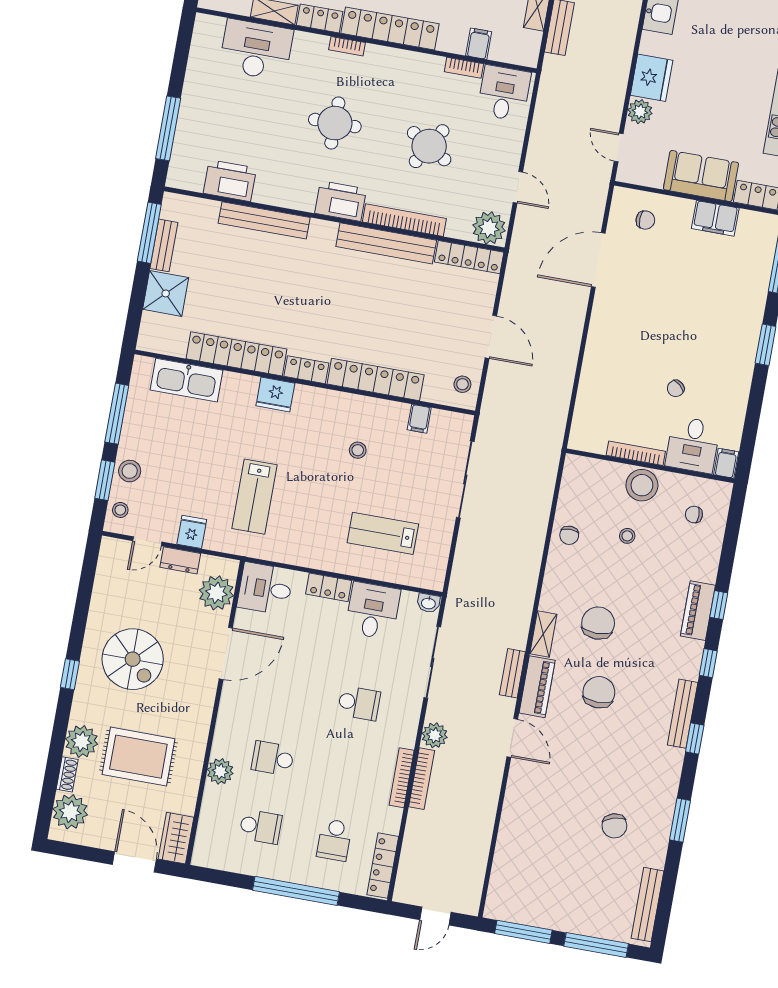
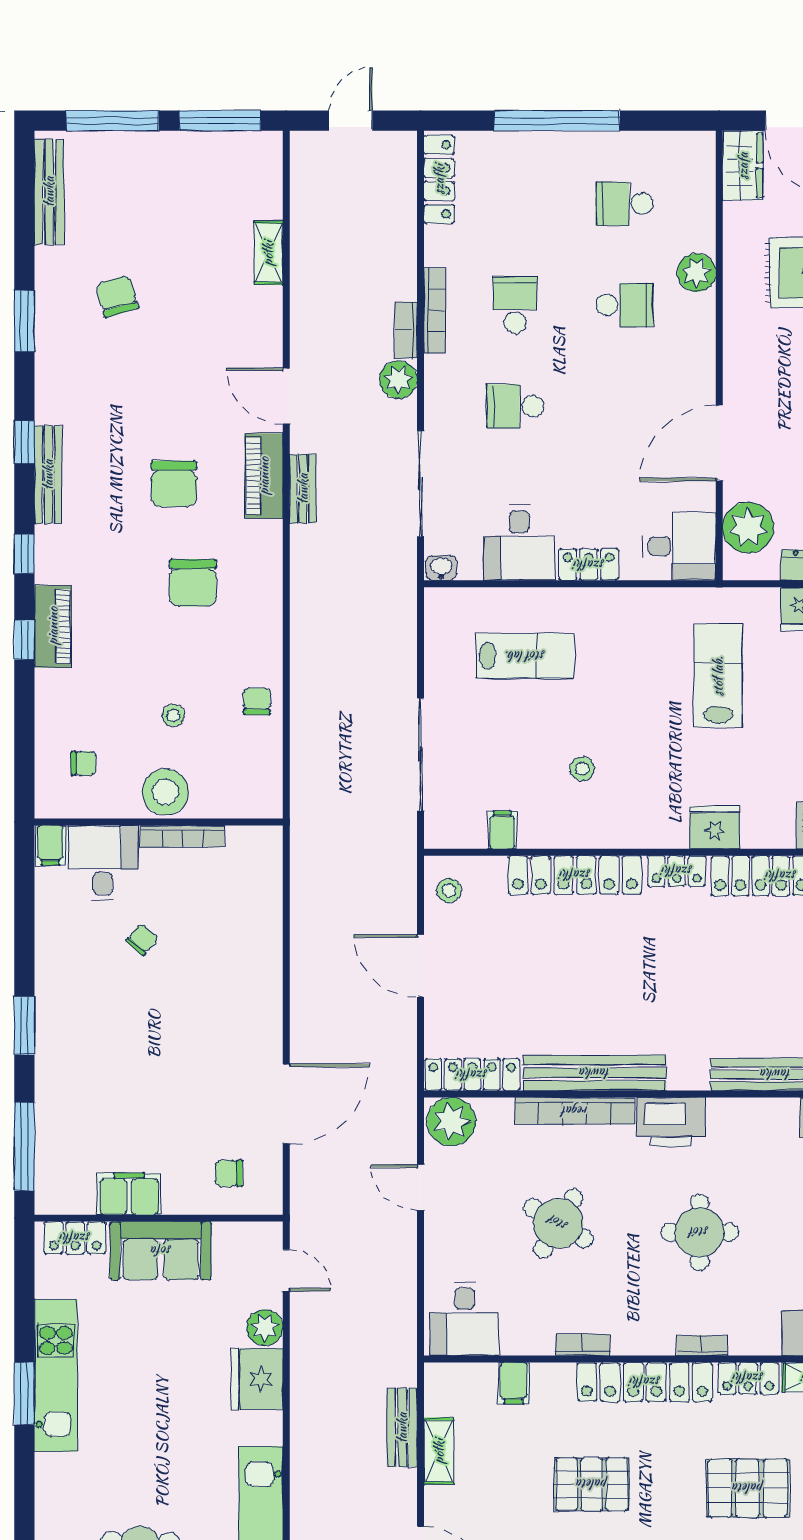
bookcase: (464, 68) -> (583, 1345), moved
shelving: (543, 634) -> (268, 253), moved
bookcase: (422, 779) -> (406, 330), width x0.64
school desk: (334, 840) -> (515, 305), moved

